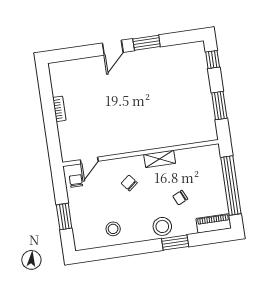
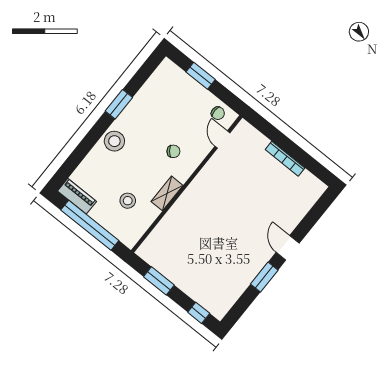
bookcase: (59, 109) -> (285, 159), width x1.56
chair: (180, 198) -> (122, 178), removed
piano: (214, 223) -> (77, 196), moved, turned -90
stool: (113, 229) -> (128, 201), moved
window: (175, 243) -> (119, 104), moved

